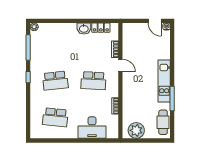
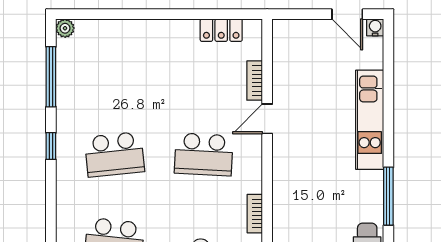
washbasin: (84, 29) -> (181, 32), removed
door: (120, 65) -> (267, 119), swing flipped
kitchen unit: (164, 81) -> (370, 120), moved

